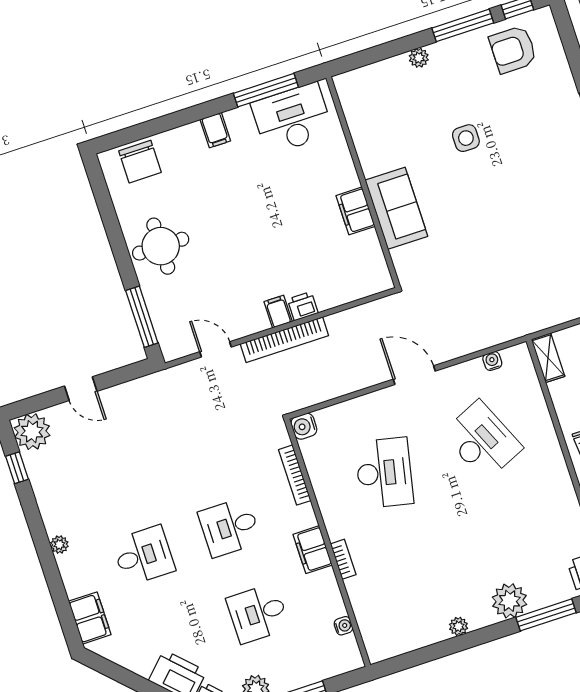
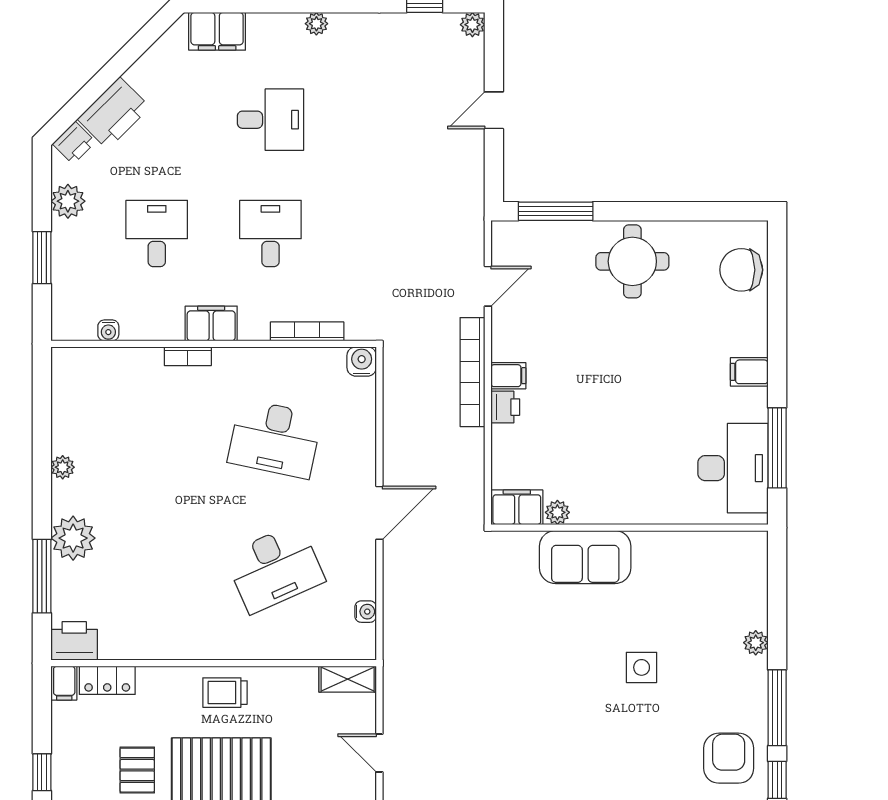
filing cabinet: (355, 211) -> (517, 507), moved
plant: (369, 240) -> (557, 512), added
plant: (32, 432) -> (472, 25), width x0.53, depth x0.53
desk: (144, 555) -> (270, 120), turned -90

